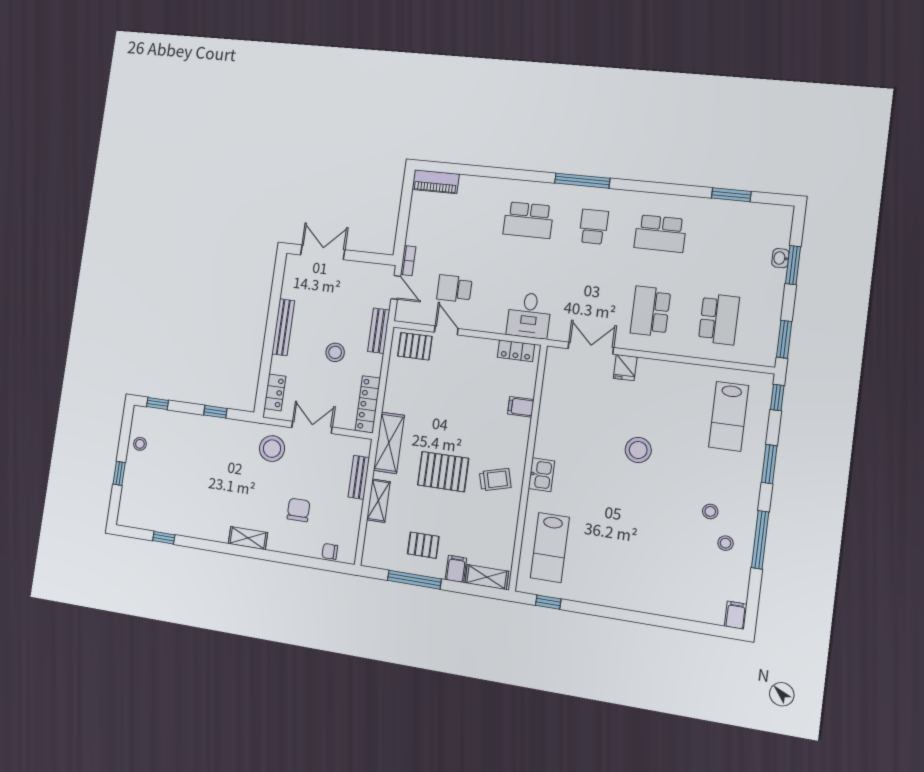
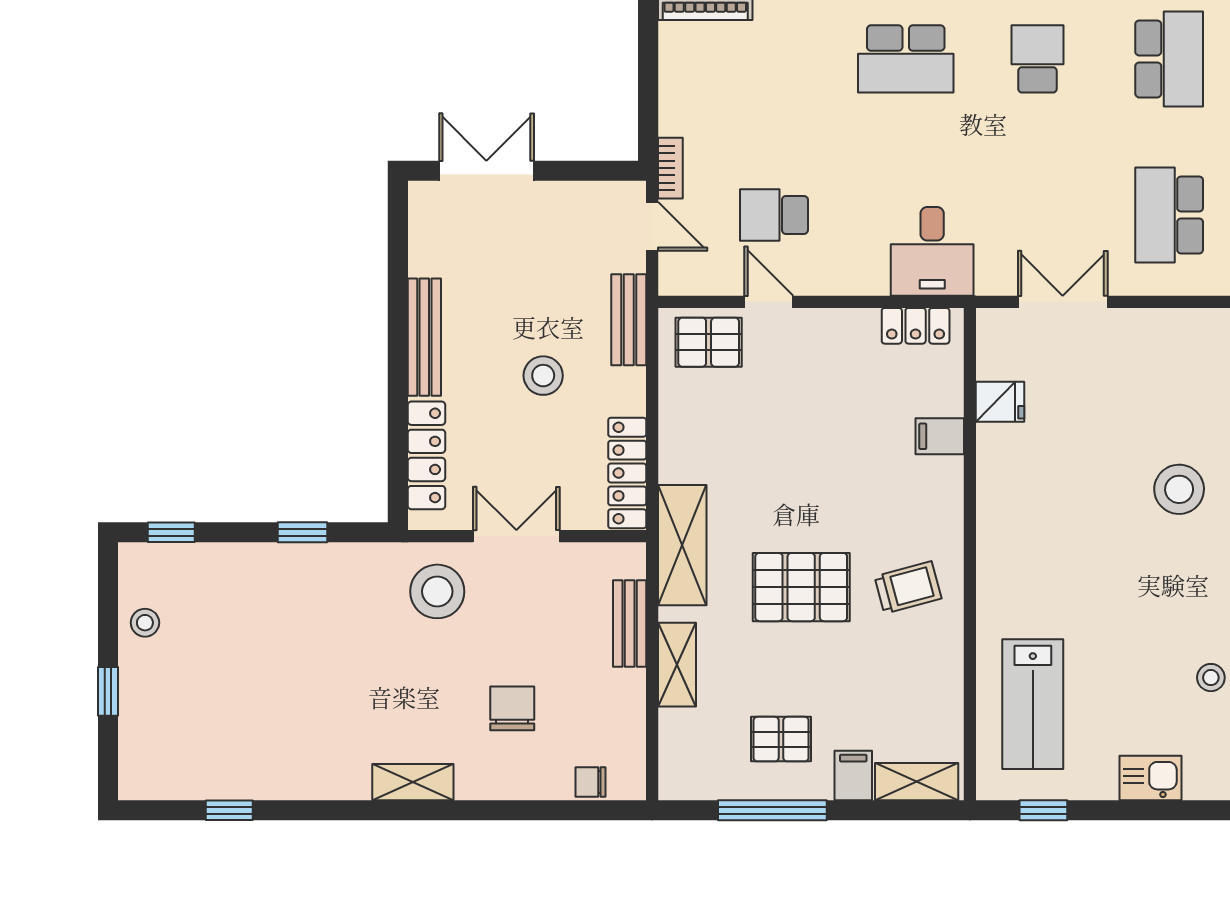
school desk: (660, 234) -> (1169, 59), turned -90
fridge: (625, 368) -> (1000, 402), moved, turned -90
locker: (275, 392) -> (426, 455), width x1.53
kitchen sink: (542, 475) -> (1151, 778), moved, turned -90
stool: (643, 548) -> (1211, 678), added

